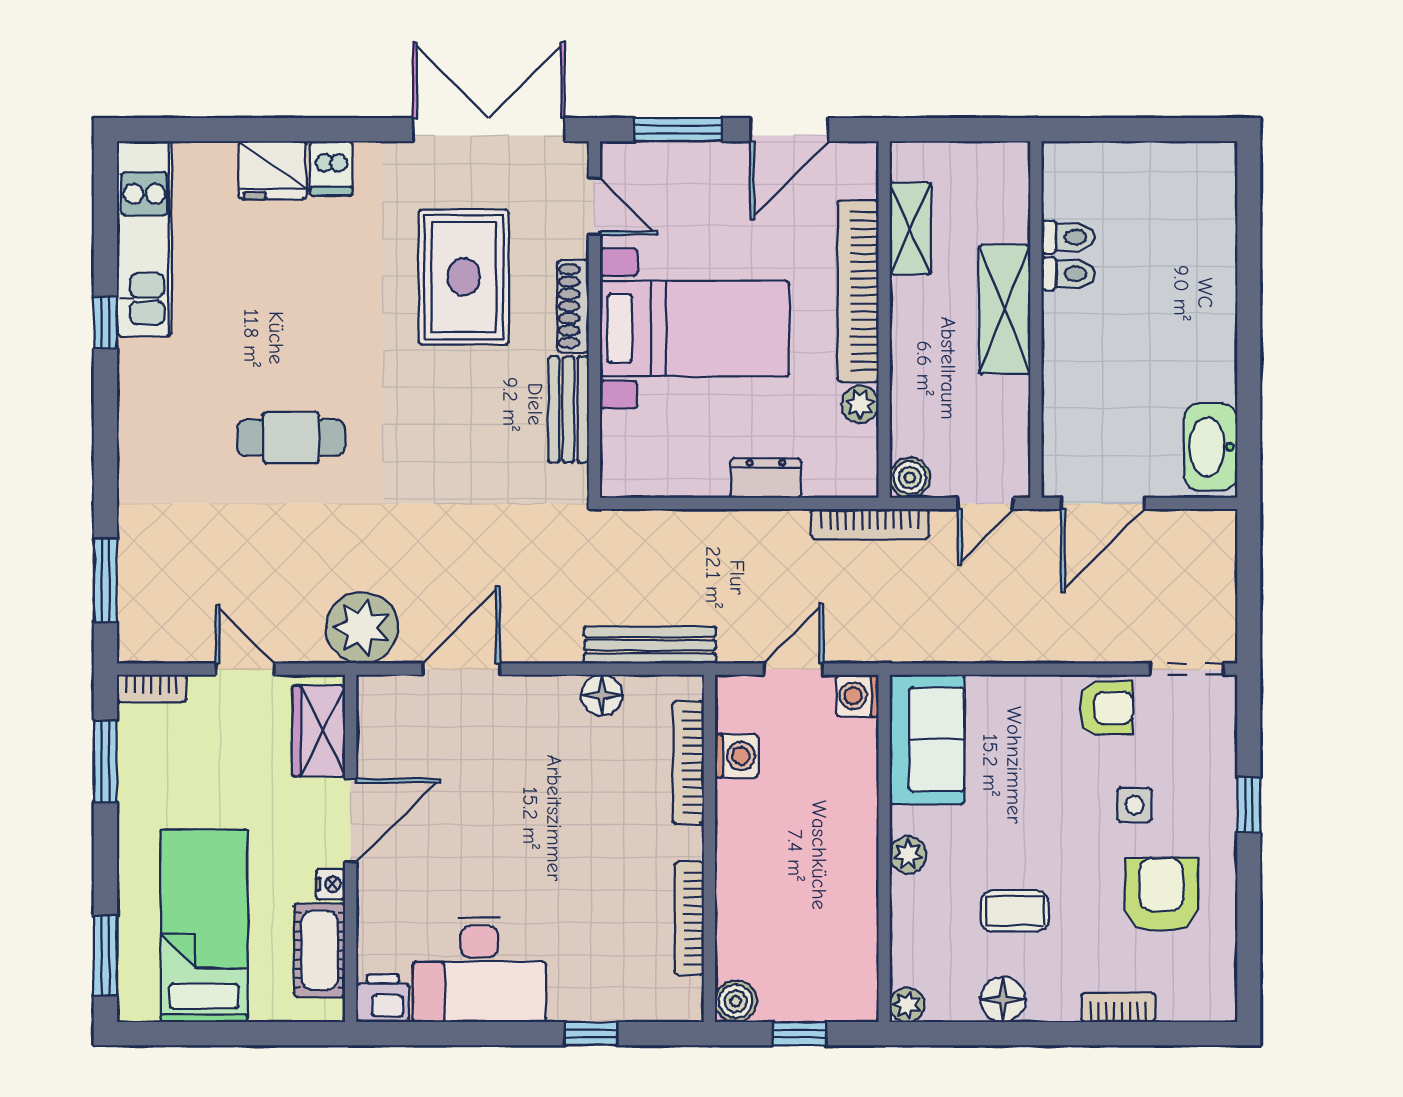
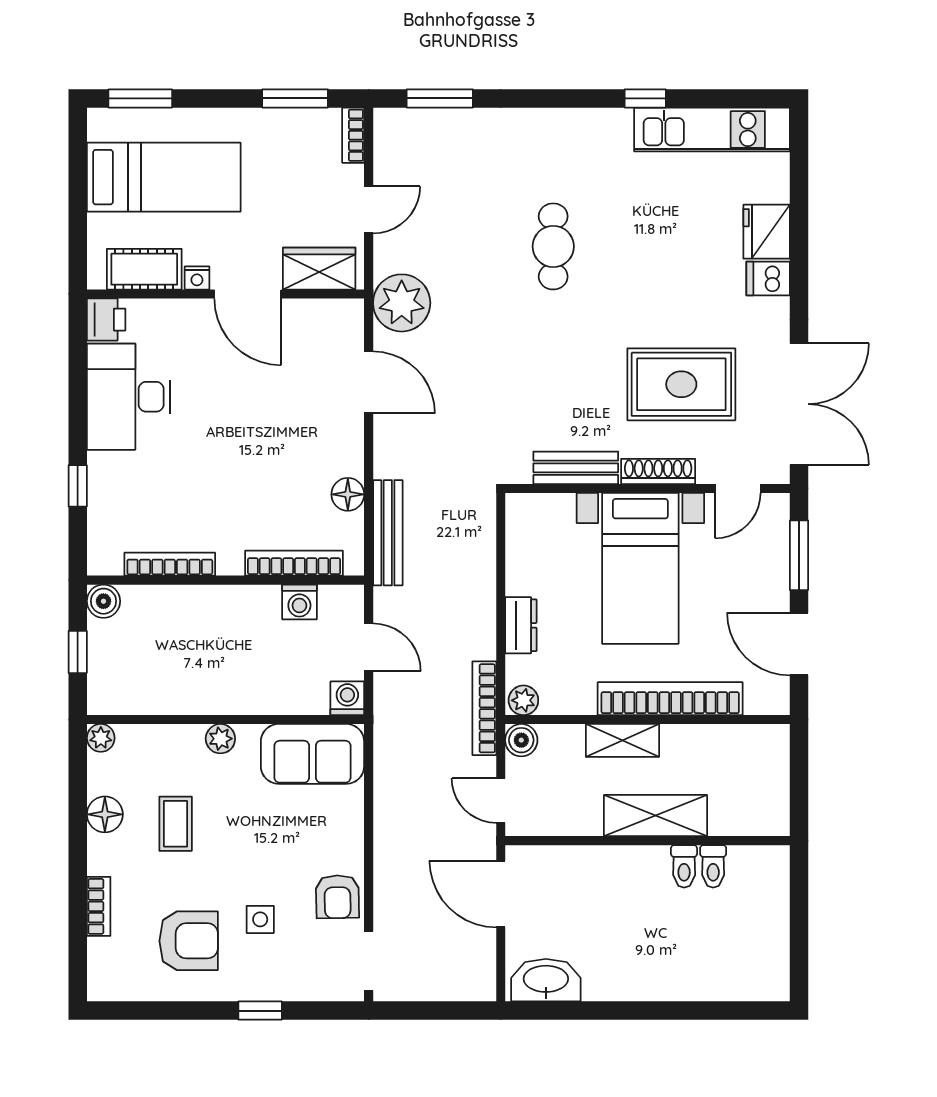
shelving: (910, 229) -> (622, 740), moved
plant: (860, 404) -> (523, 700), moved

